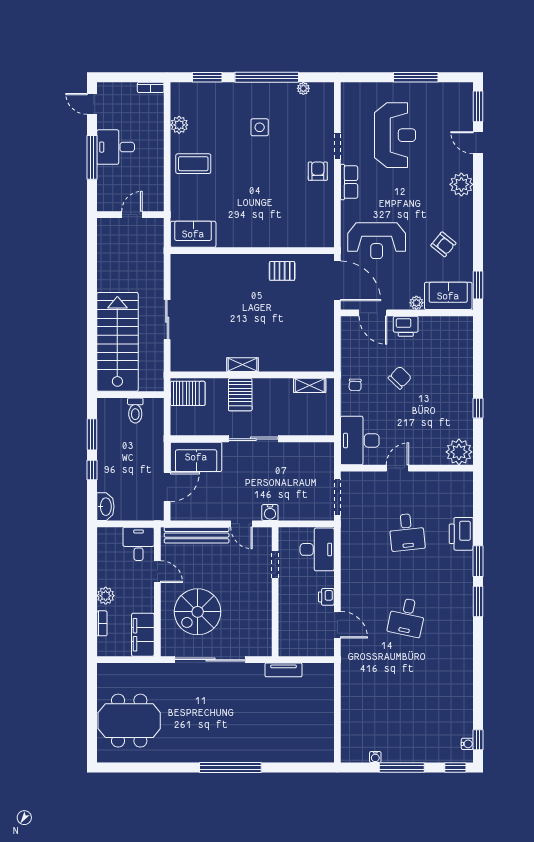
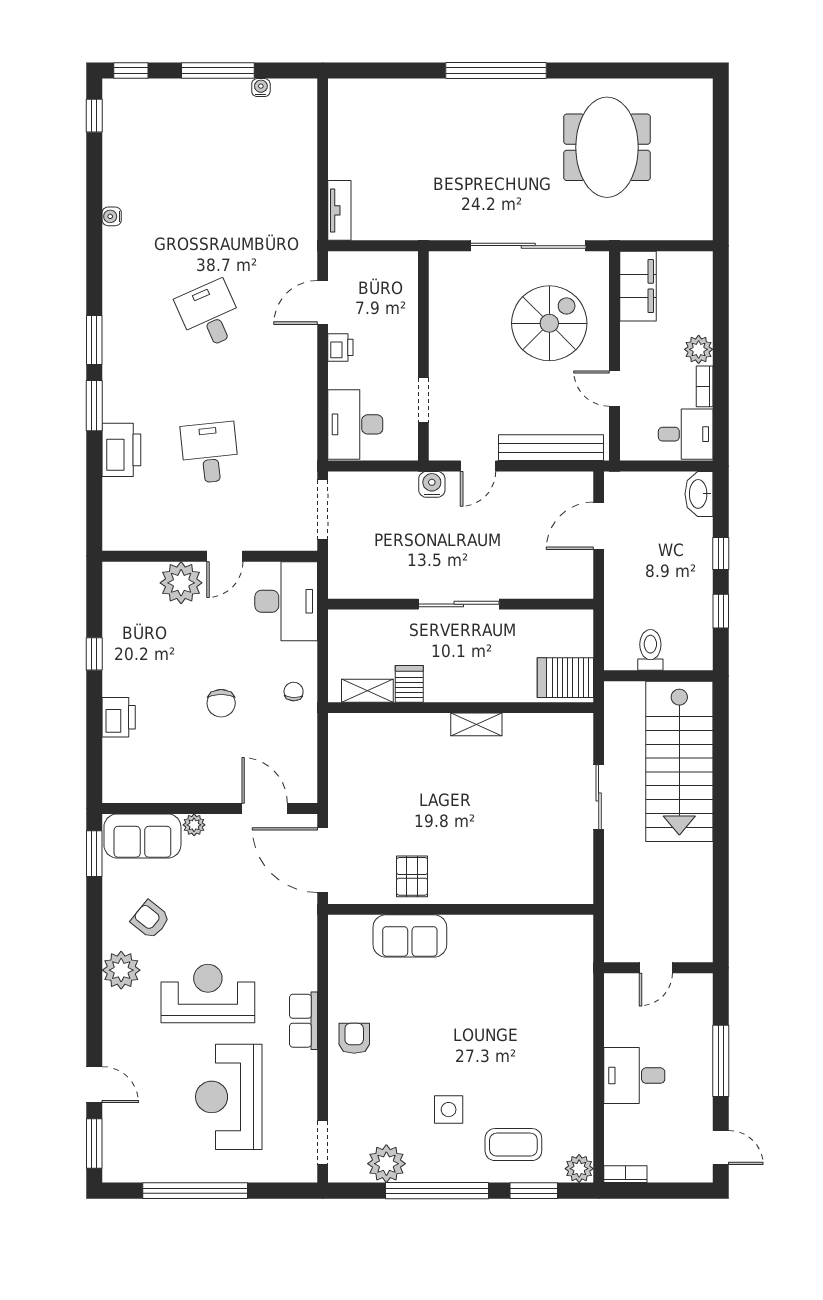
window: (416, 77) -> (195, 1191), width x1.46
plant: (303, 88) -> (386, 1164), width x1.88, depth x1.88
plant: (179, 125) -> (579, 1169), moved
doorway: (337, 146) -> (323, 1143), moved
desk: (116, 147) -> (634, 1076), moved, turned 180
coffee table: (193, 164) -> (513, 1145), moved
armchair: (318, 171) -> (354, 1038), turned 180
plant: (461, 184) -> (121, 970), moved
sofa: (193, 234) -> (410, 936), moved
reception desk: (377, 241) -> (208, 993), moved
pallet: (282, 271) -> (412, 876), turned 90
printer: (406, 326) -> (119, 717), moved, turned 90
chair: (400, 378) -> (221, 703), turned -44
server rack: (240, 395) -> (409, 684), moved, width x0.73, depth x0.70
window: (92, 434) -> (721, 611), width x0.67
plant: (459, 452) -> (181, 583), moved
sofa: (196, 457) -> (552, 575), removed
door: (241, 524) -> (478, 466), swing flipped
desk: (139, 544) -> (686, 434), moved, turned -90
desk: (407, 617) -> (210, 315), turned -36
bookcase: (102, 623) -> (705, 386), moved
door: (337, 625) -> (323, 302), hinge flipped
tv unit: (283, 670) -> (339, 210), moved, turned 90
meeting table: (129, 721) -> (607, 147), moved, turned 90
water cooler: (467, 744) -> (112, 216), moved

